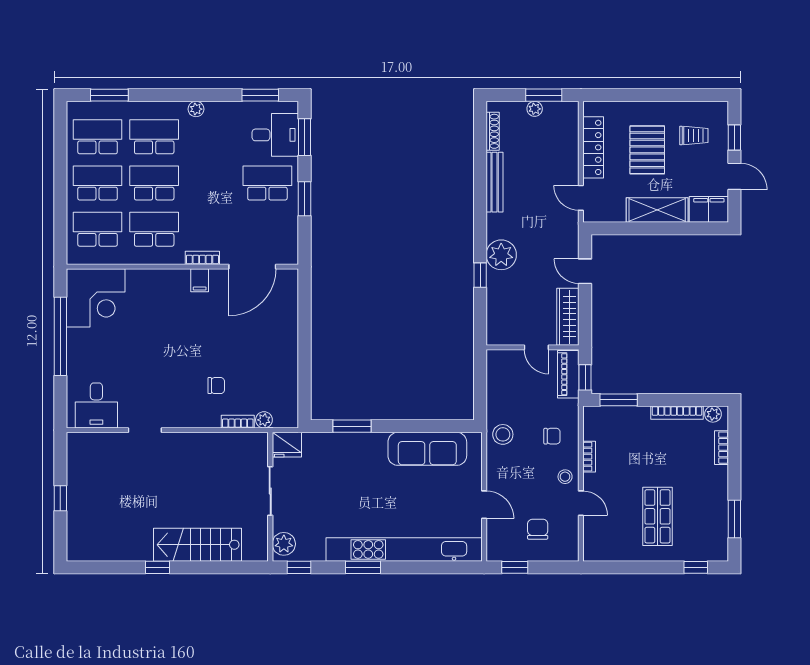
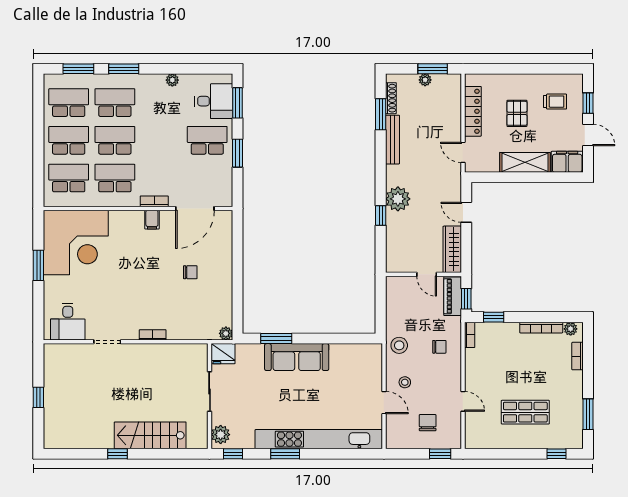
window: (260, 95) -> (124, 69), moved
plant: (196, 109) -> (172, 80), moved
pallet: (647, 150) -> (517, 113), width x0.67, depth x0.71
window: (480, 151) -> (381, 114), added
corner desk: (96, 298) -> (76, 243), width x1.36, depth x1.36
window: (60, 336) -> (38, 265), width x0.47
chair: (216, 386) -> (190, 272), moved
window: (619, 400) -> (494, 317), width x0.67
plant: (264, 420) -> (226, 333), moved
bookcase: (238, 422) -> (153, 335), moved
sofa: (427, 449) -> (297, 357), moved
bookcase: (589, 457) -> (470, 335), moved
stool: (565, 477) -> (405, 382), moved
shop shelf: (657, 516) -> (525, 412), turned 90
window: (515, 567) -> (440, 454), moved

